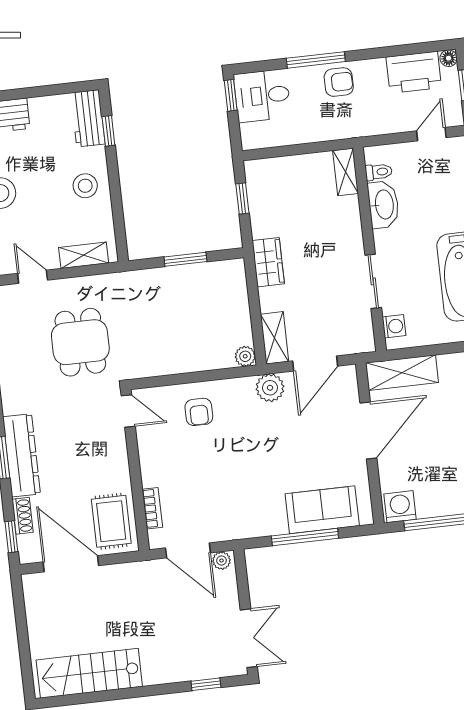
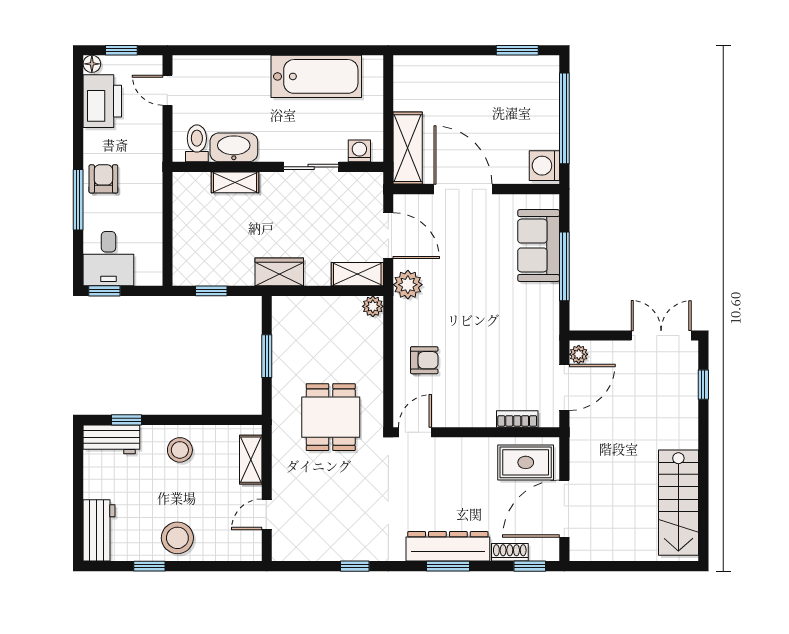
shelving: (346, 172) -> (235, 182), moved
toilet: (379, 172) -> (197, 143), width x1.37, depth x1.39
dining table: (80, 342) -> (331, 417), moved, turned 90

